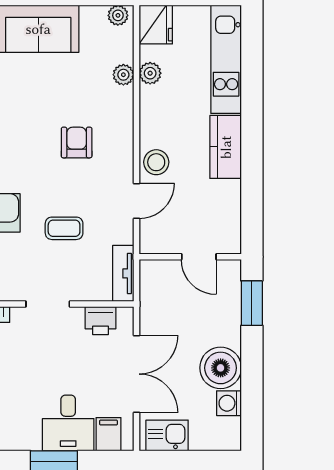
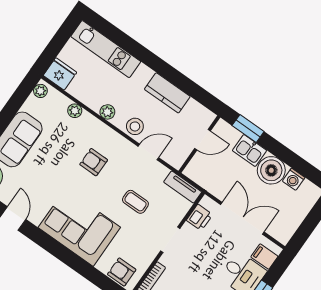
plant: (150, 73) -> (107, 112), moved
kitchen counter: (226, 147) -> (167, 93), moved
door: (136, 201) -> (148, 152), hinge flipped
coffee table: (64, 228) -> (135, 202), turned 90
kitchen sink: (167, 435) -> (249, 150), moved, turned -90

